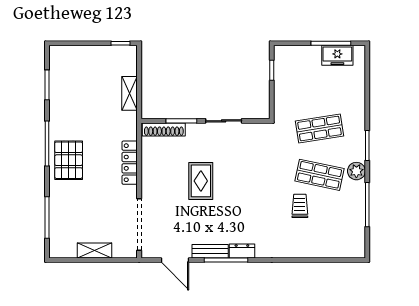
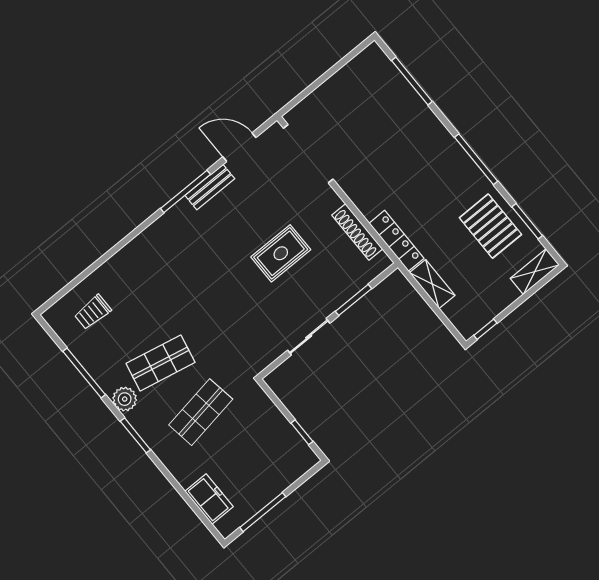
freezer: (337, 55) -> (209, 499), moved, turned 90
shoe rack: (164, 129) -> (357, 232), moved, turned -90
pallet: (69, 160) -> (490, 226), moved
locker: (130, 163) -> (396, 241), moved
rug: (201, 181) -> (281, 253), turned 90
trolley: (300, 206) -> (93, 312), moved, turned 90
shelving: (94, 250) -> (535, 272), moved
dresser: (242, 251) -> (176, 215), removed

